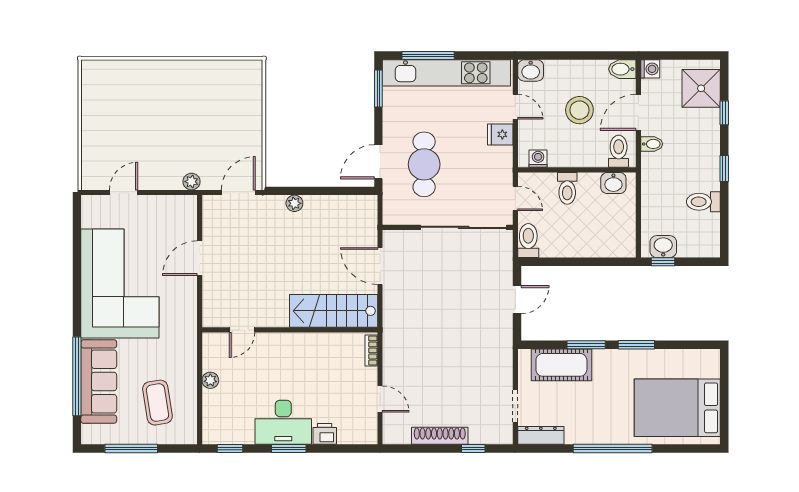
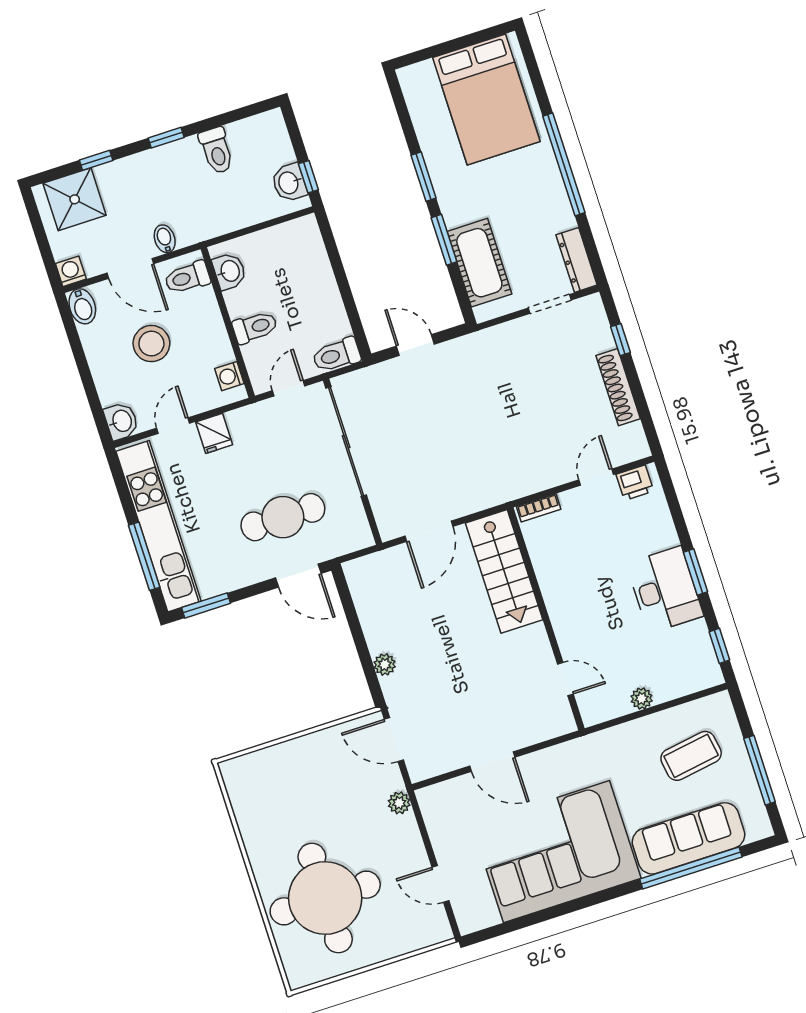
round table: (140, 106) -> (325, 898), added
printer: (325, 434) -> (635, 483), moved, turned -90

